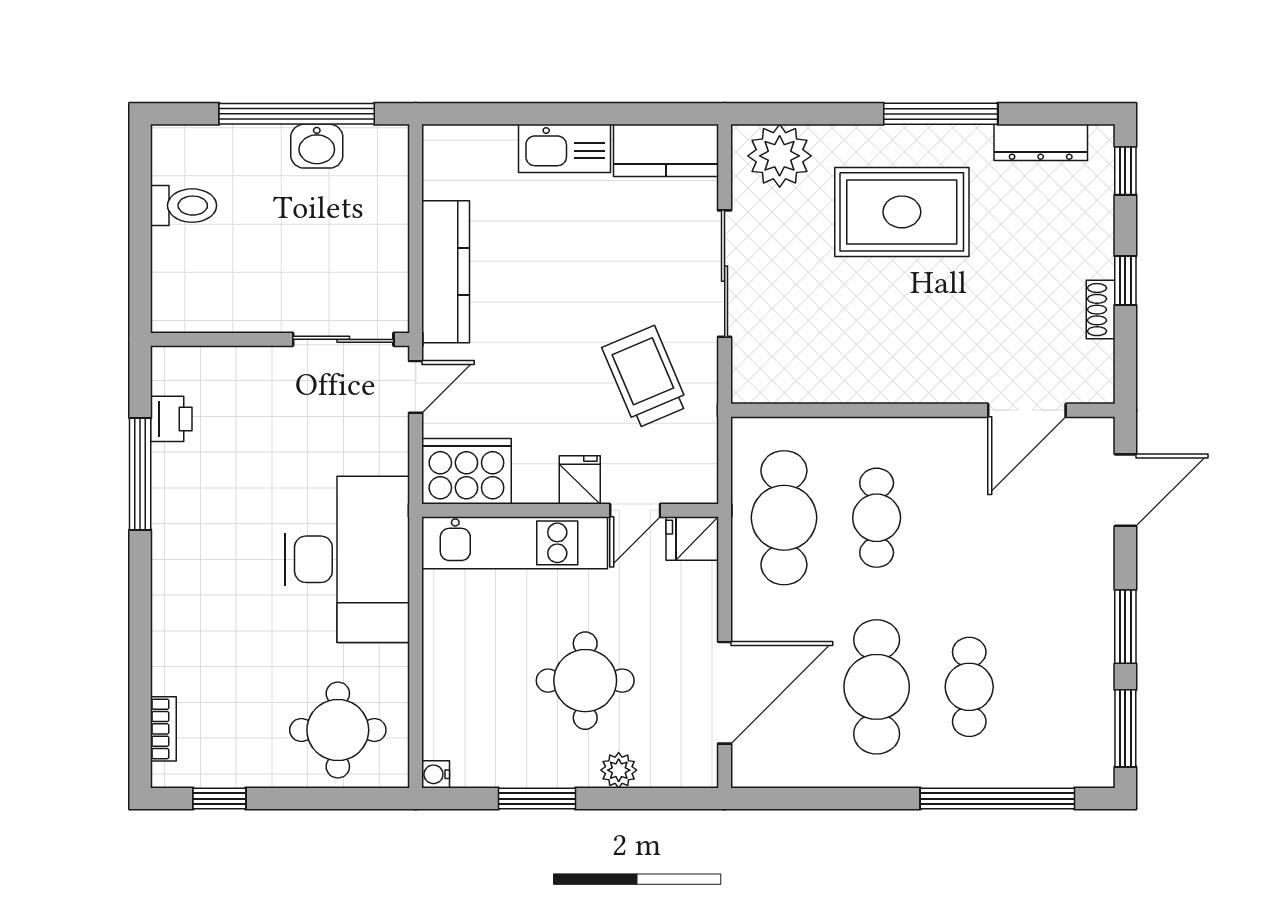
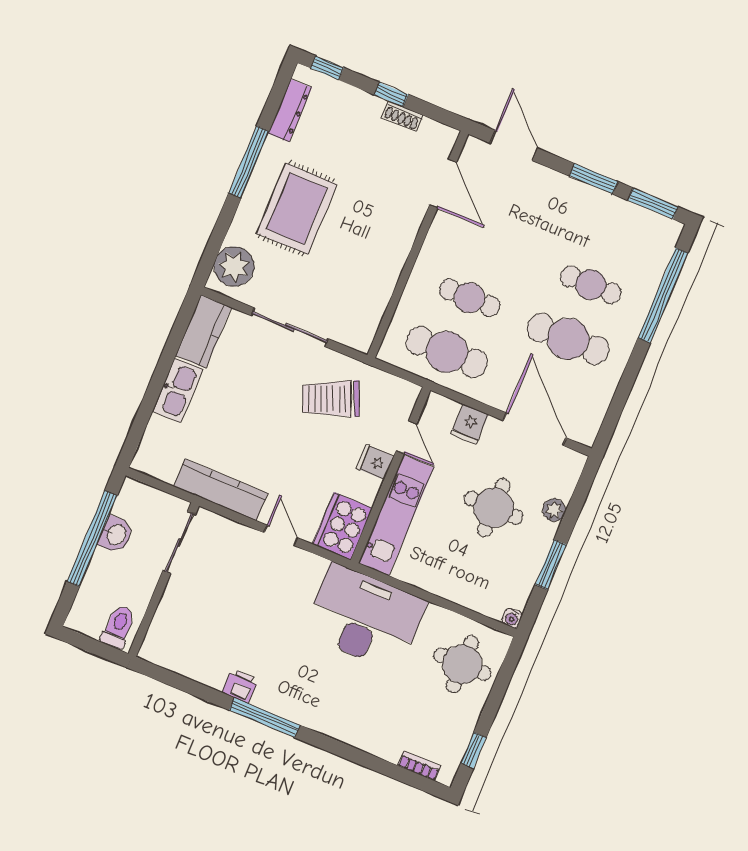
wall: (280, 339) -> (164, 580), moved
sliding door: (343, 339) -> (179, 543), moved
fridge: (692, 539) -> (470, 424), moved

